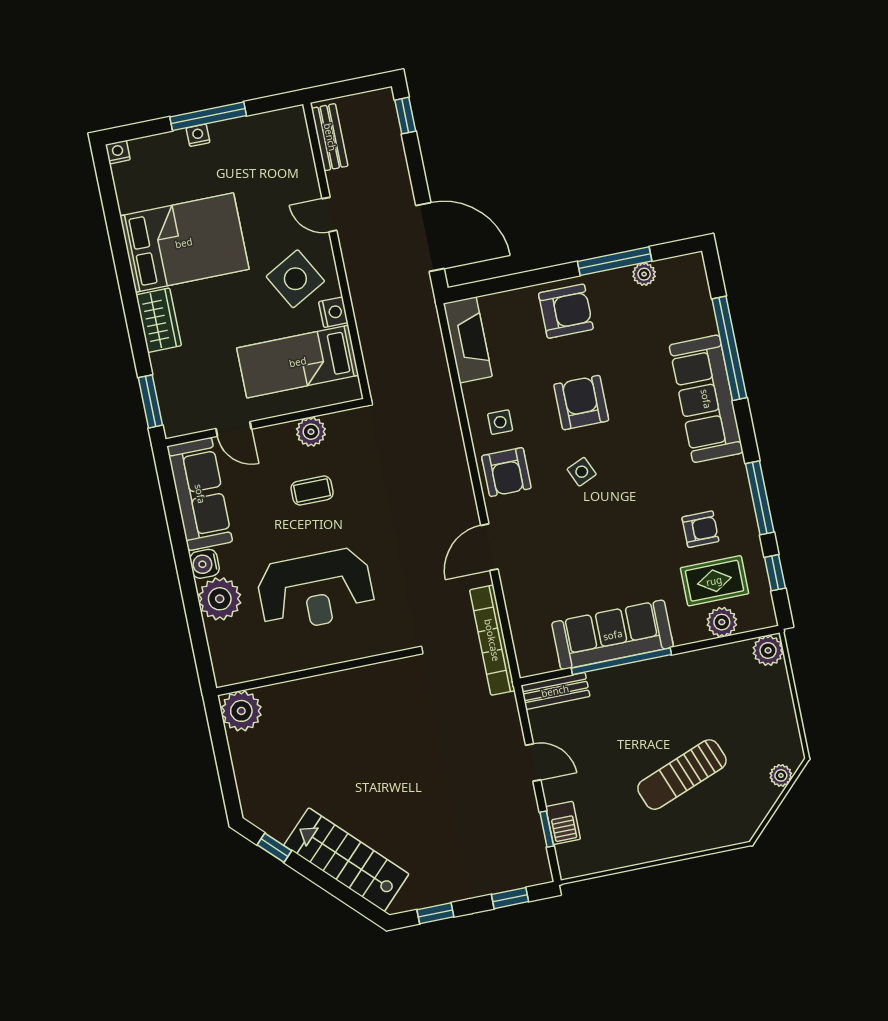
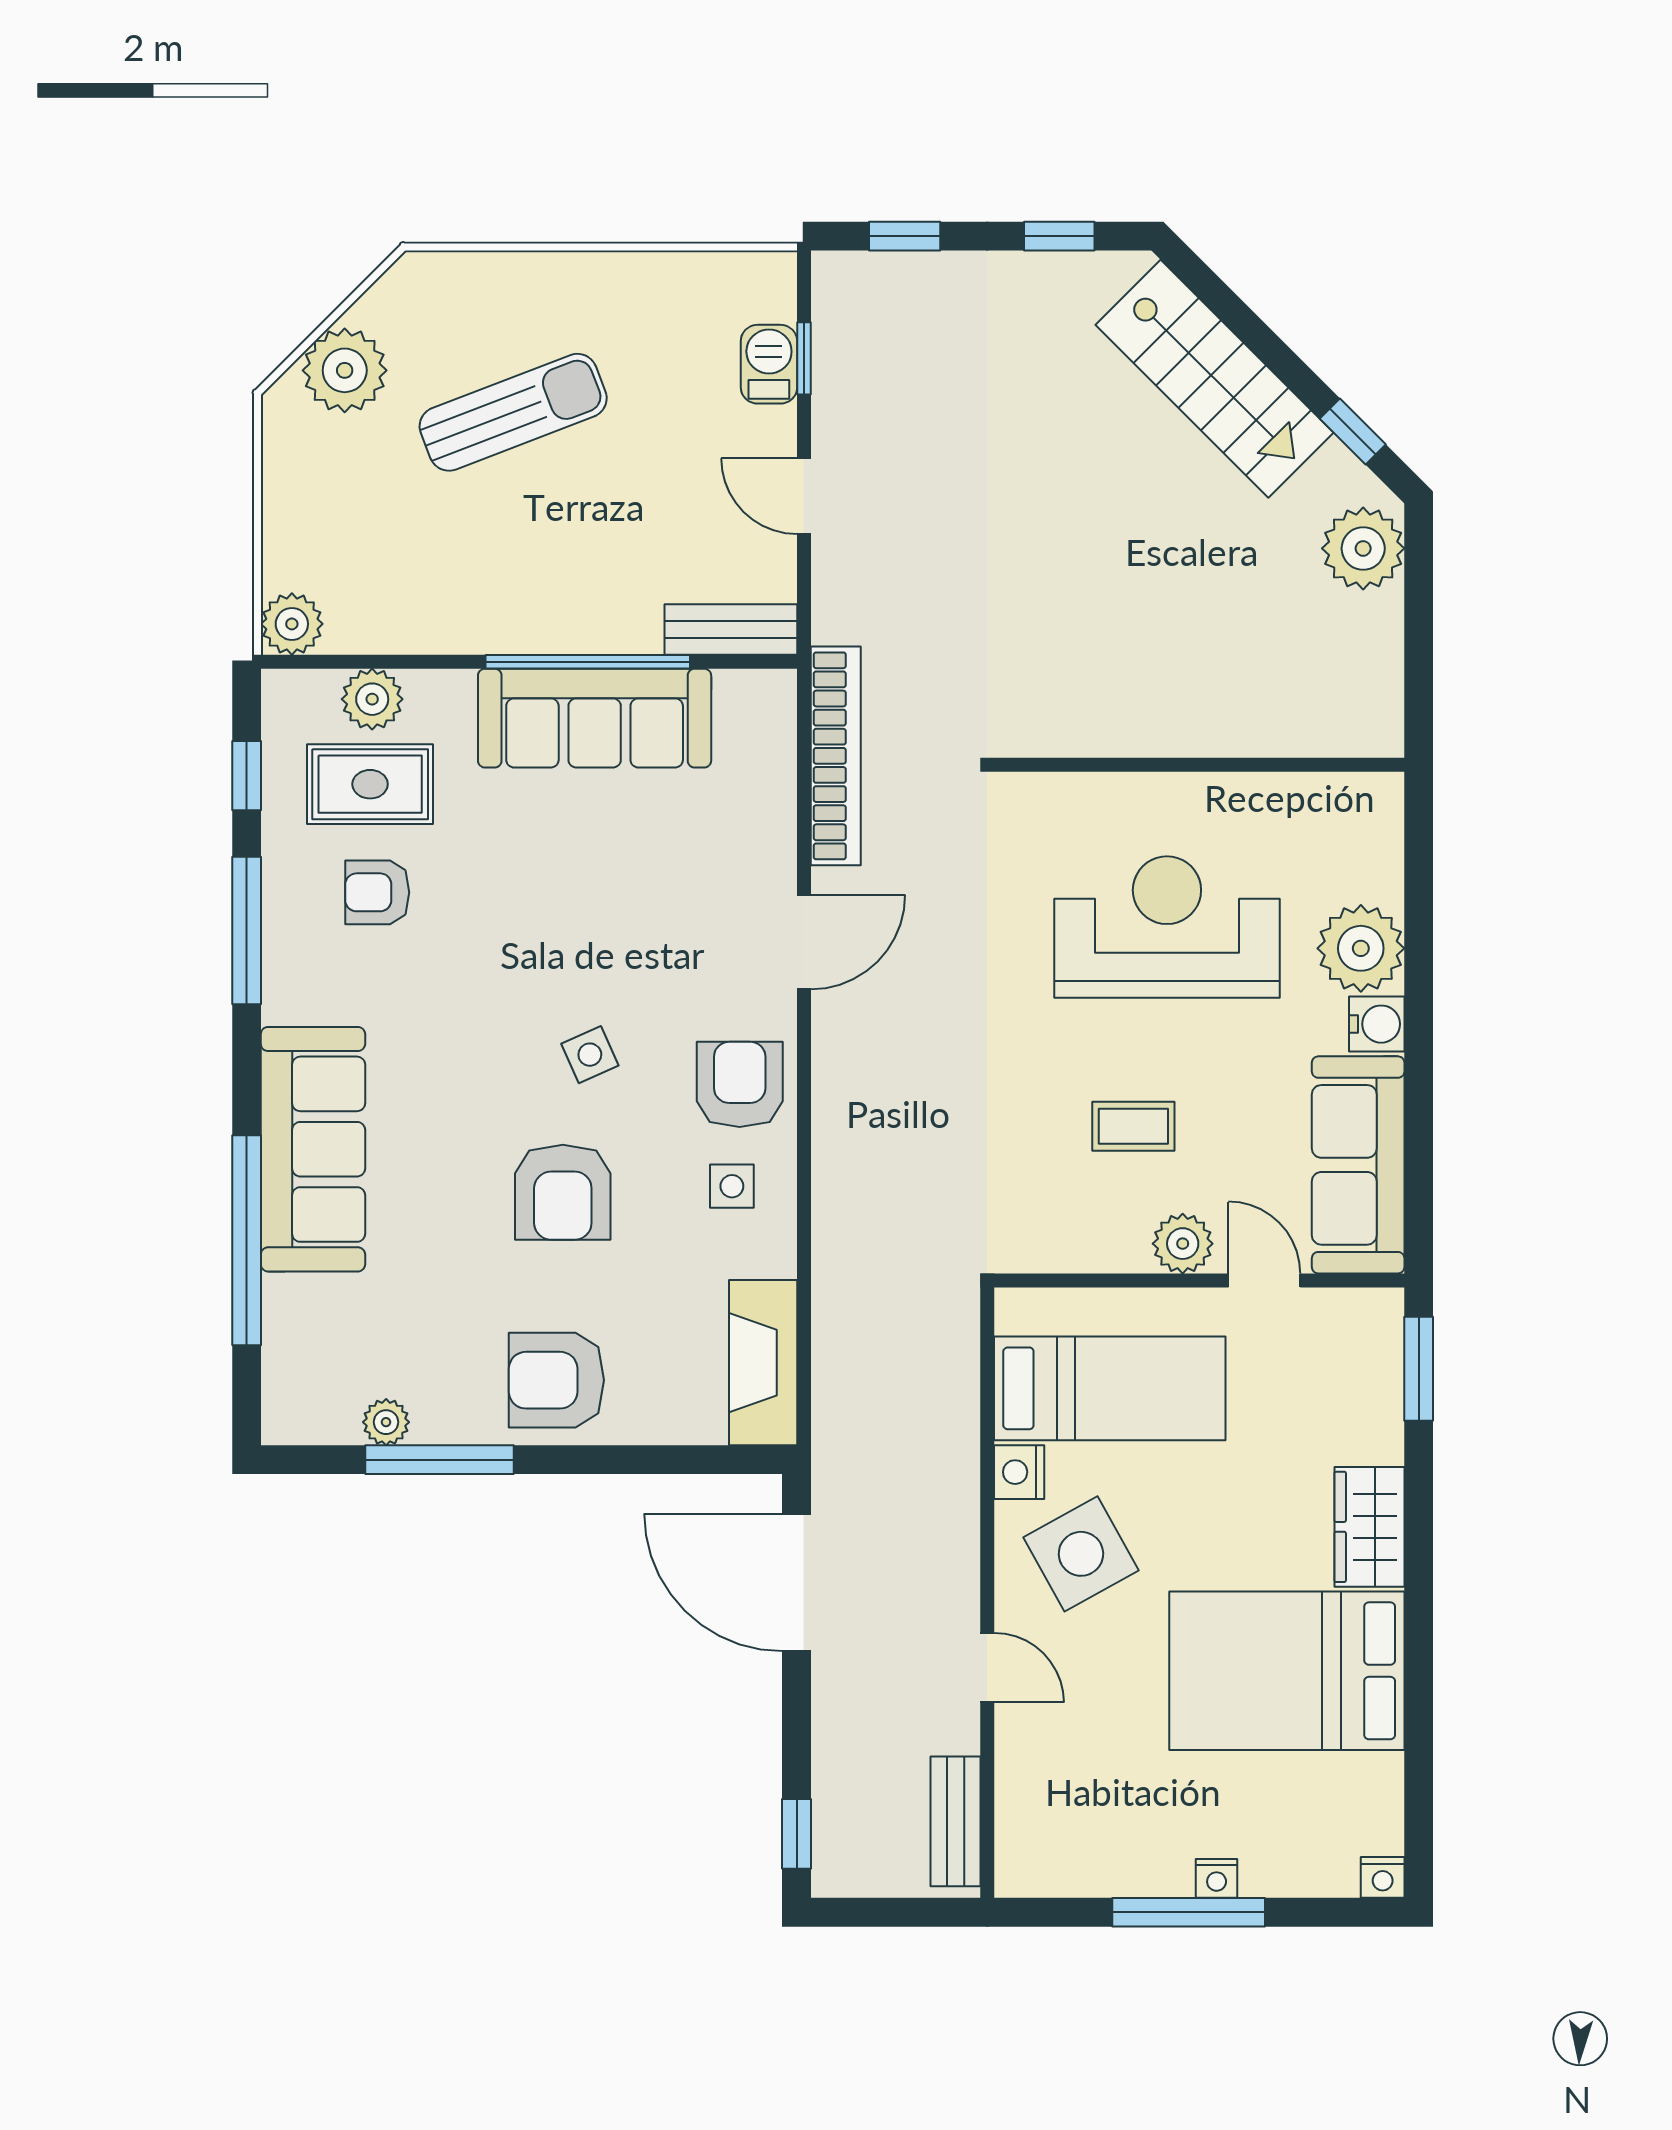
plant: (311, 432) -> (1183, 1244), moved
plant: (241, 711) -> (1363, 548), moved
plant: (781, 775) -> (345, 370), width x1.88, depth x1.88

